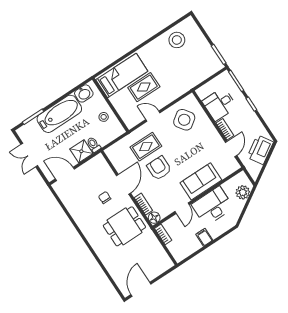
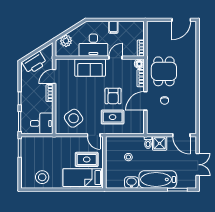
bed: (122, 75) -> (83, 178), moved
desk: (220, 104) -> (42, 123), moved
wall: (110, 105) -> (104, 162), moved
dining table: (124, 226) -> (164, 71), turned 90

